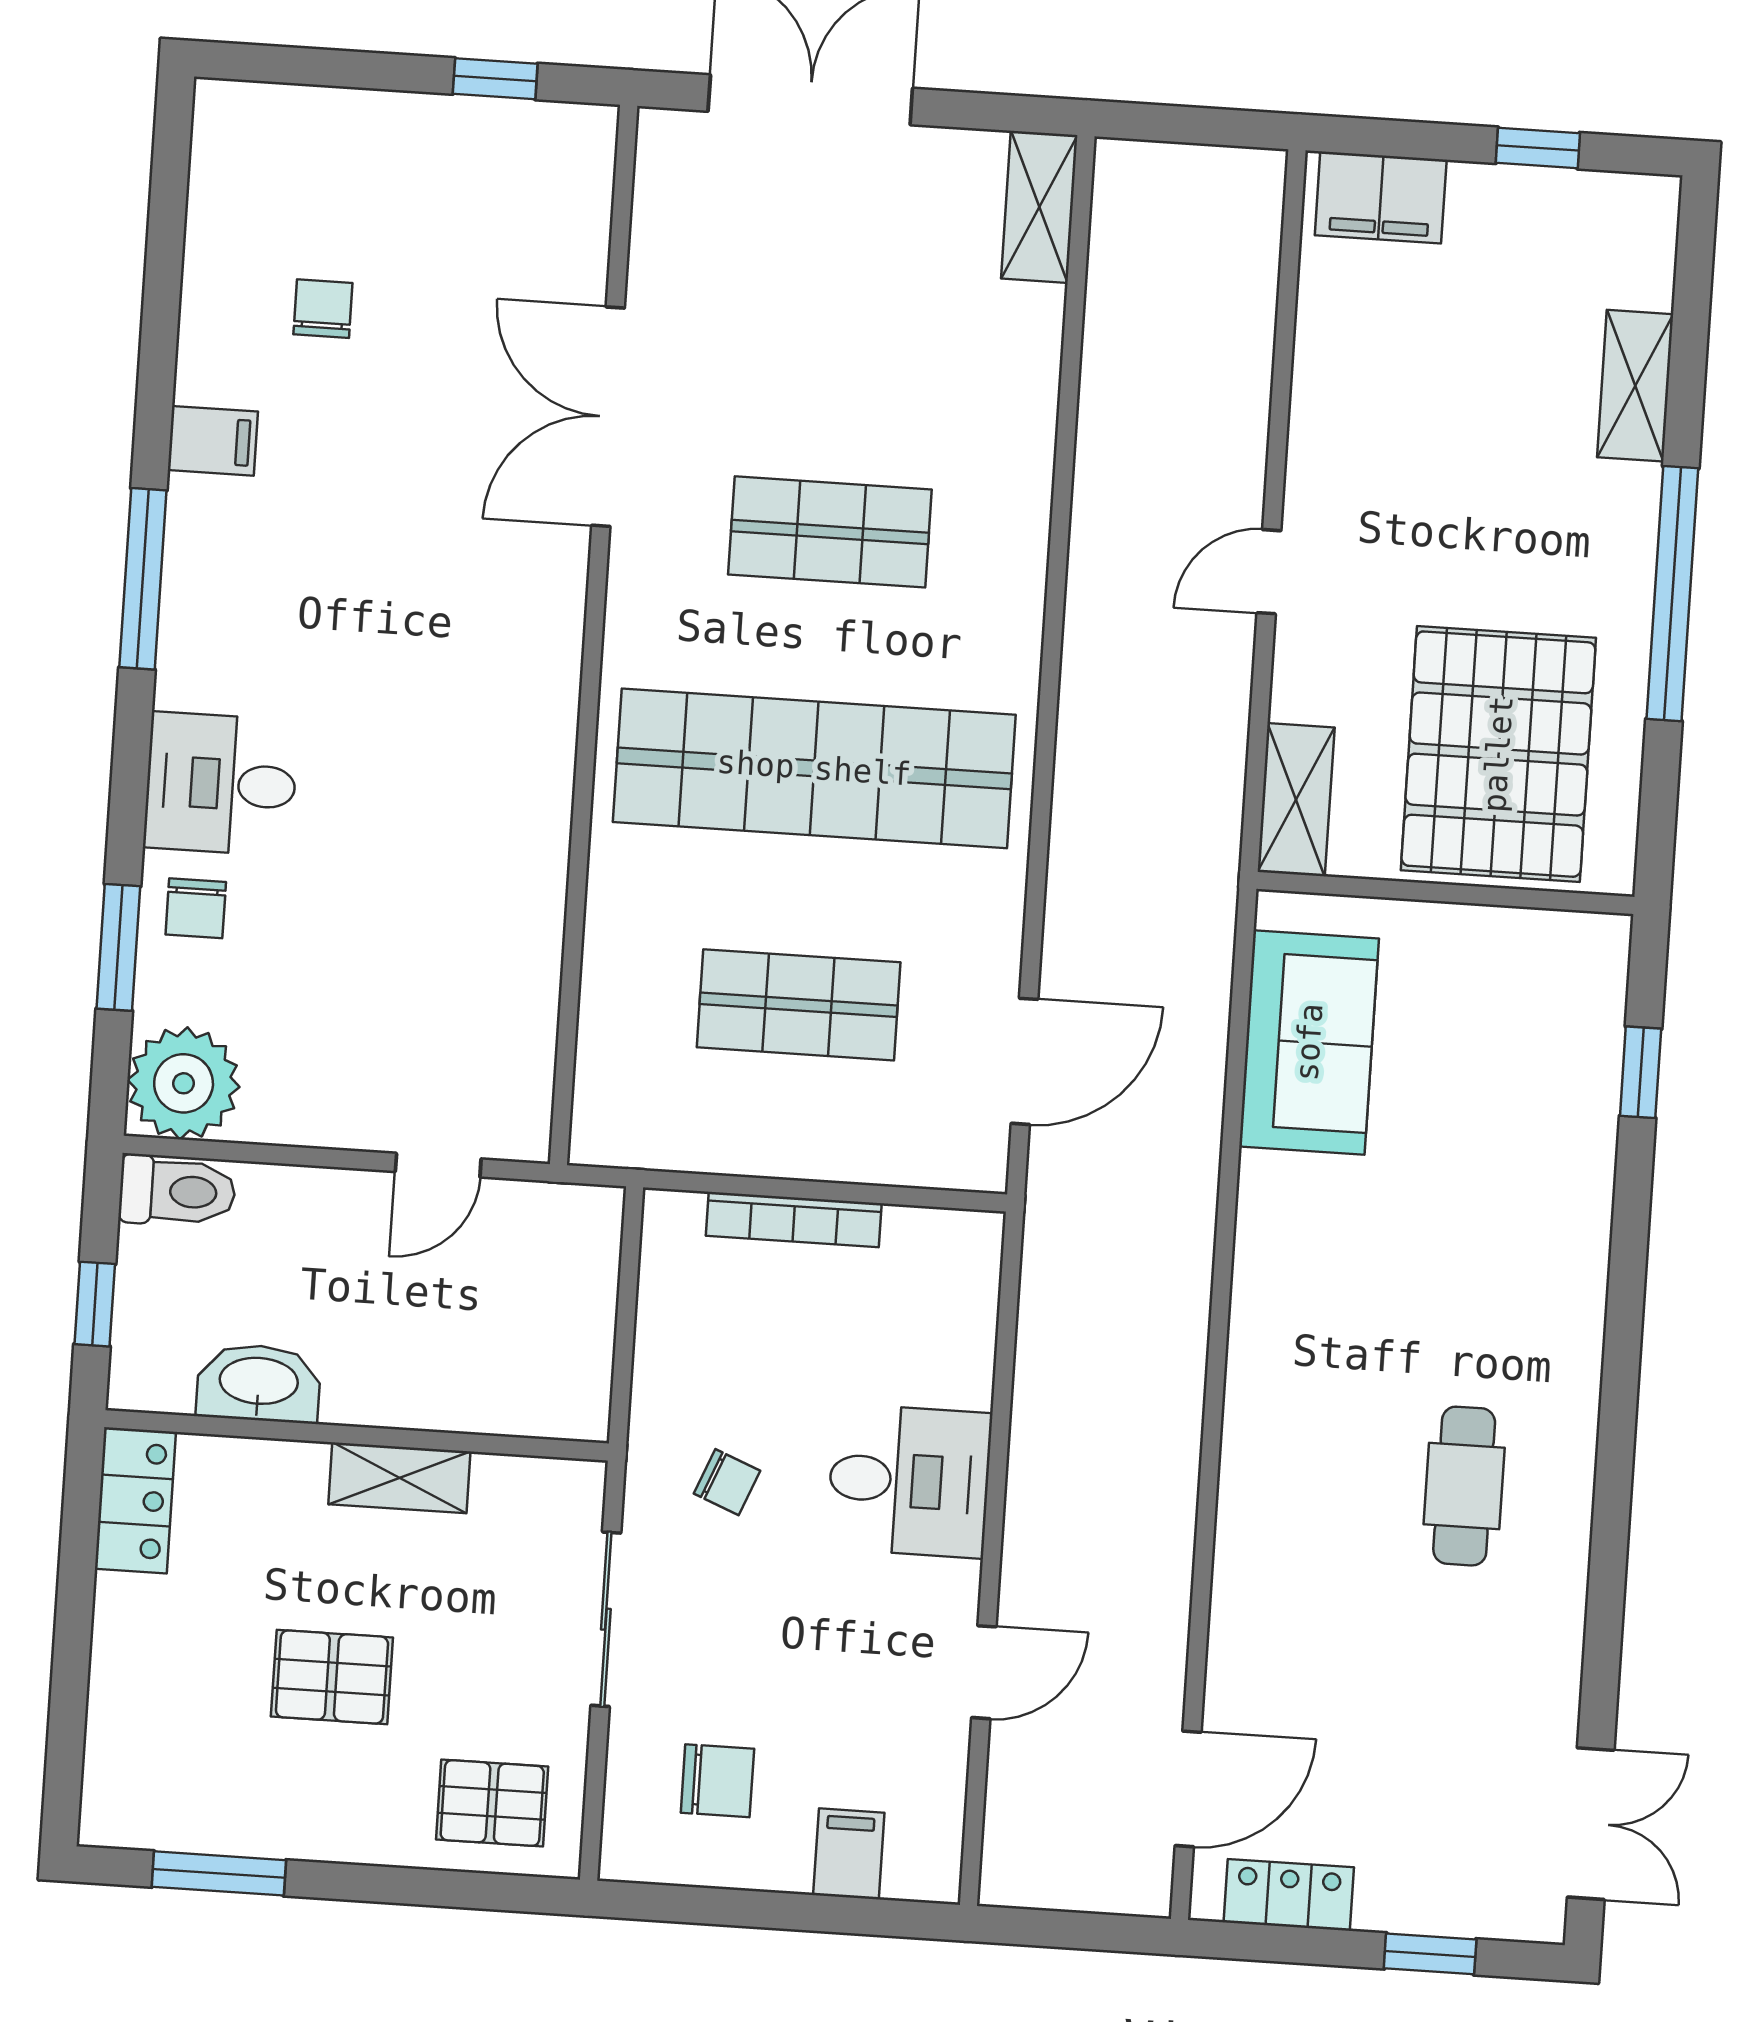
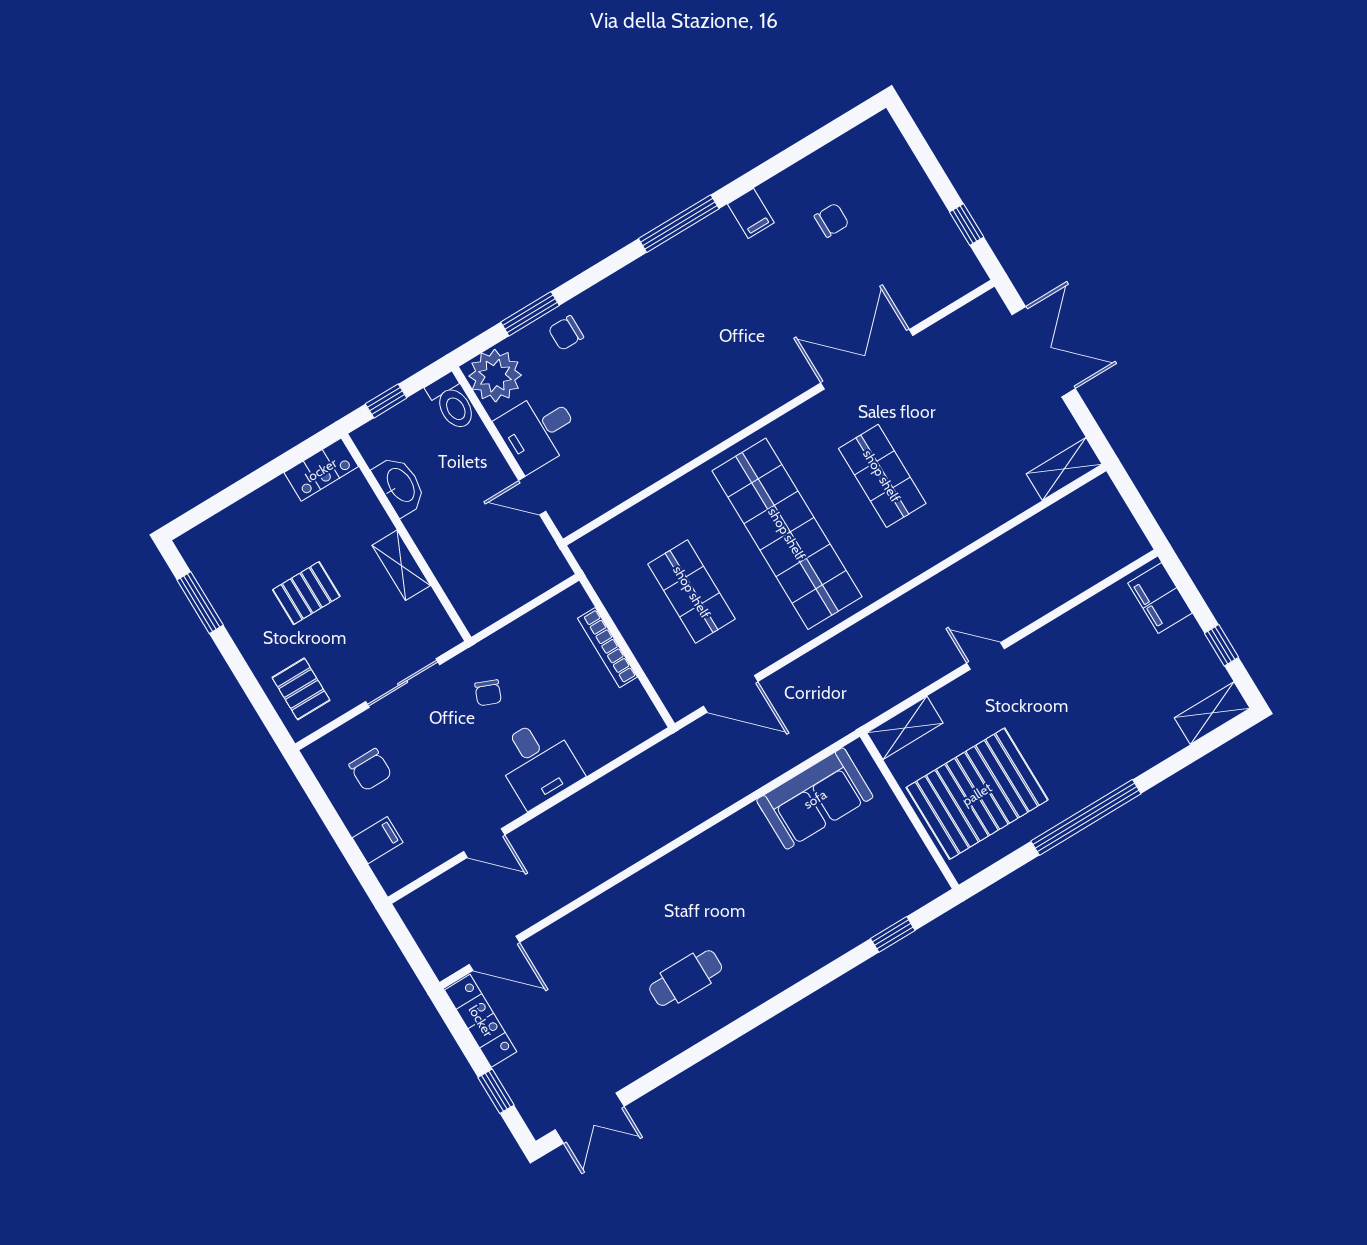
shelving: (1635, 386) -> (1212, 713), moved
desk: (221, 784) -> (538, 431), moved, turned -90
pallet: (332, 1677) -> (306, 593), turned 90
locker: (1289, 1895) -> (481, 1021), width x1.53

